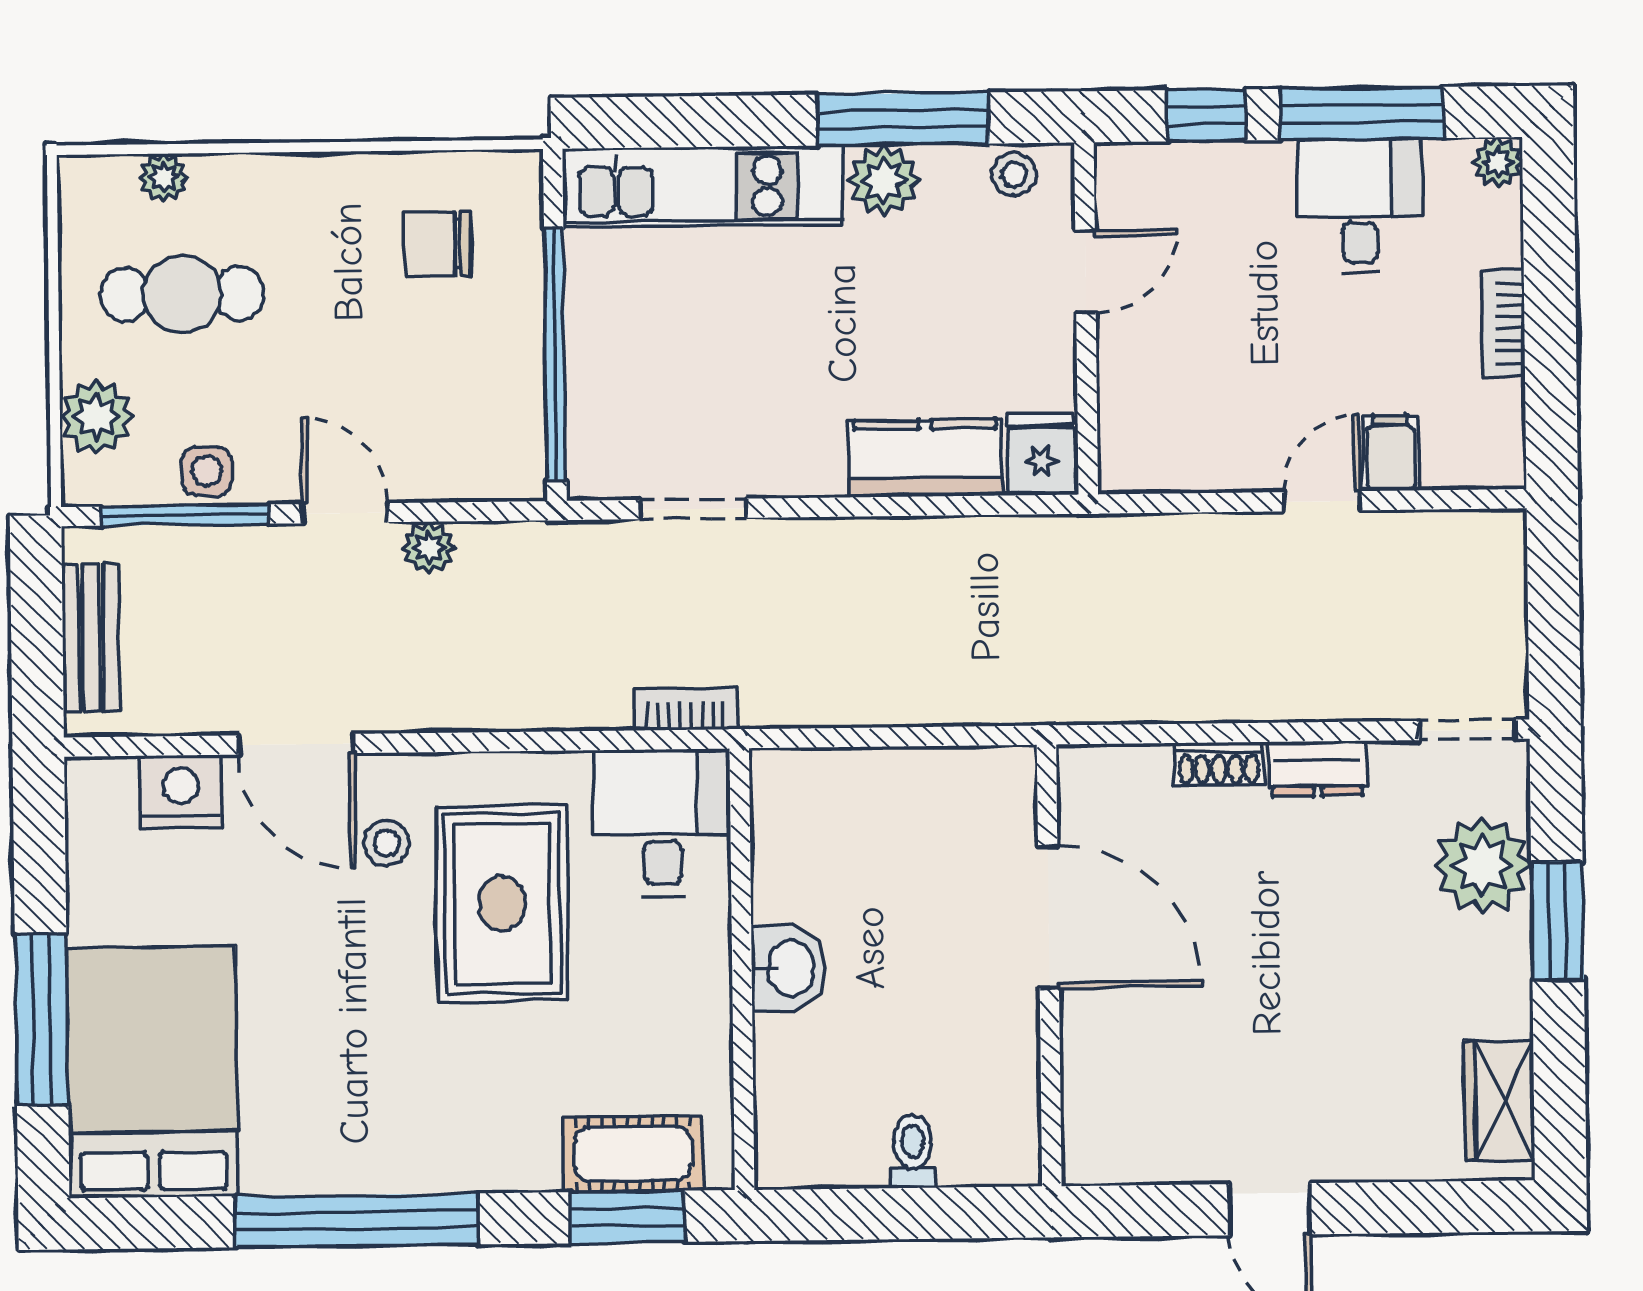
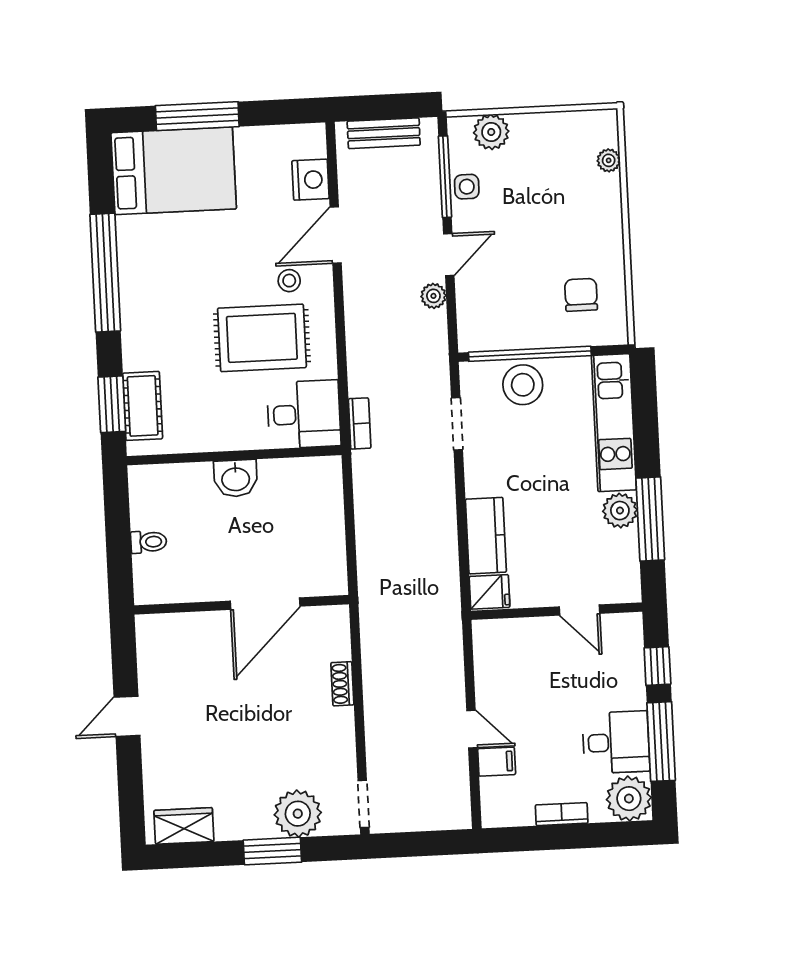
plant: (1498, 162) -> (629, 799), width x1.87, depth x1.87
stool: (1014, 174) -> (523, 385), moved, width x1.89, depth x1.89
cafe table: (182, 294) -> (552, 172), removed
dresser: (1318, 769) -> (342, 732), removed

